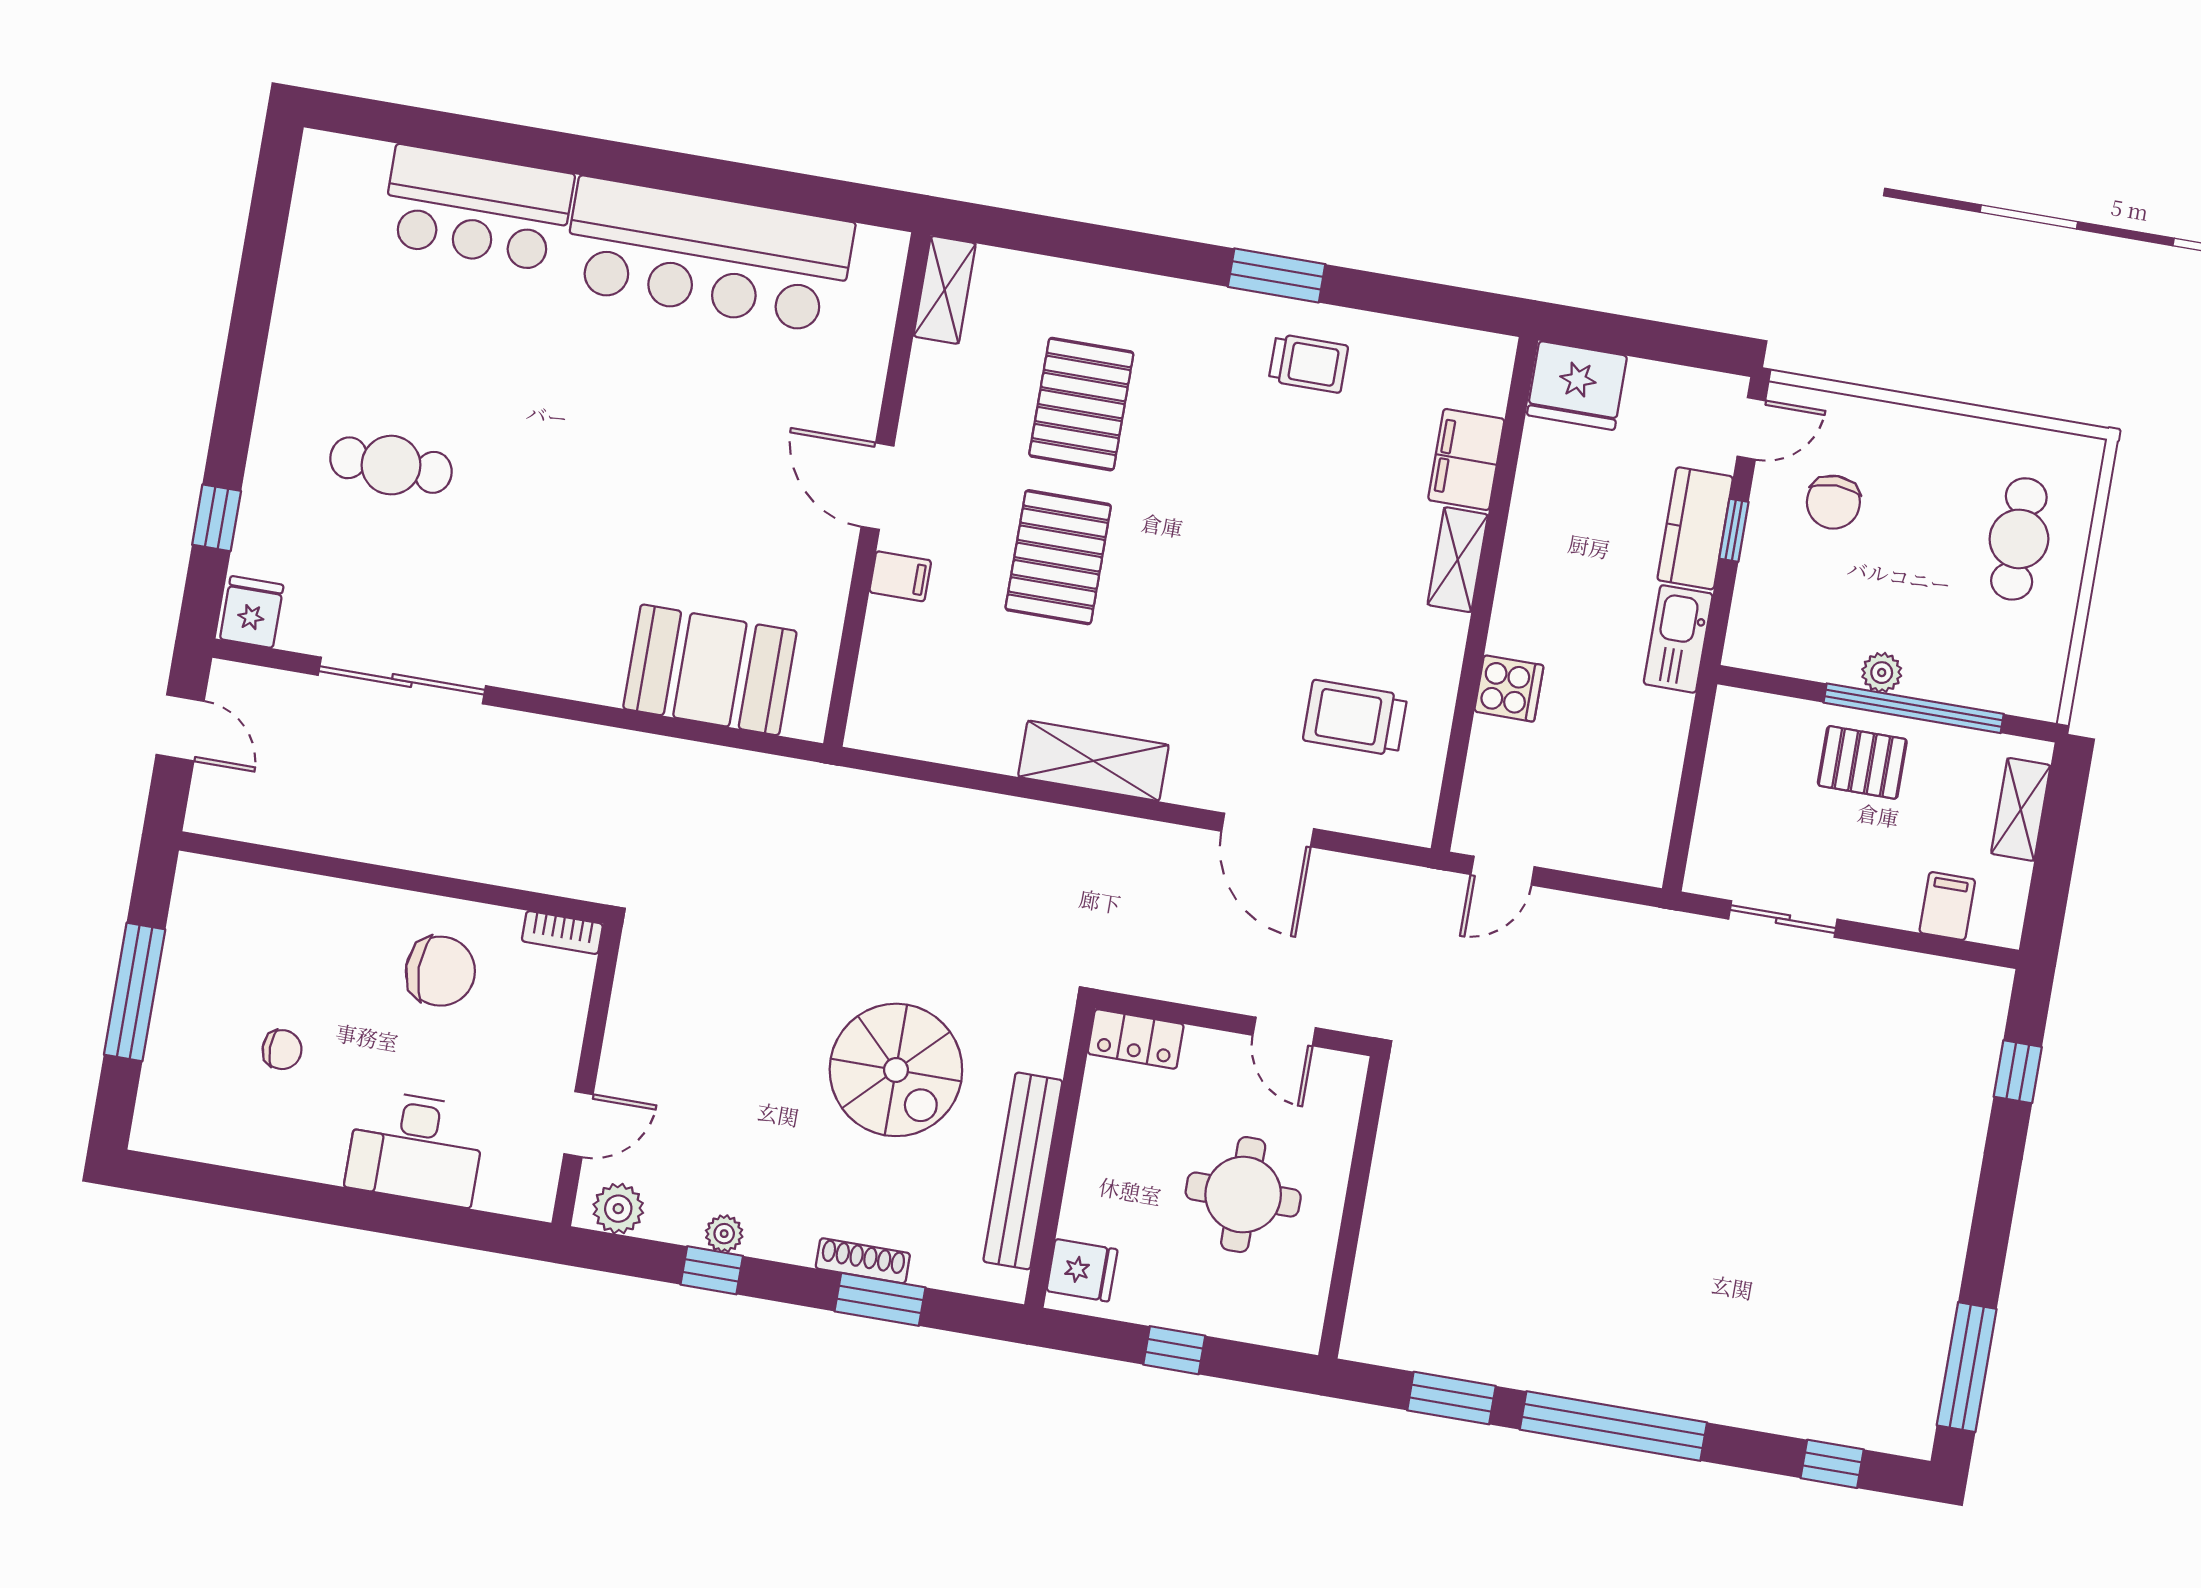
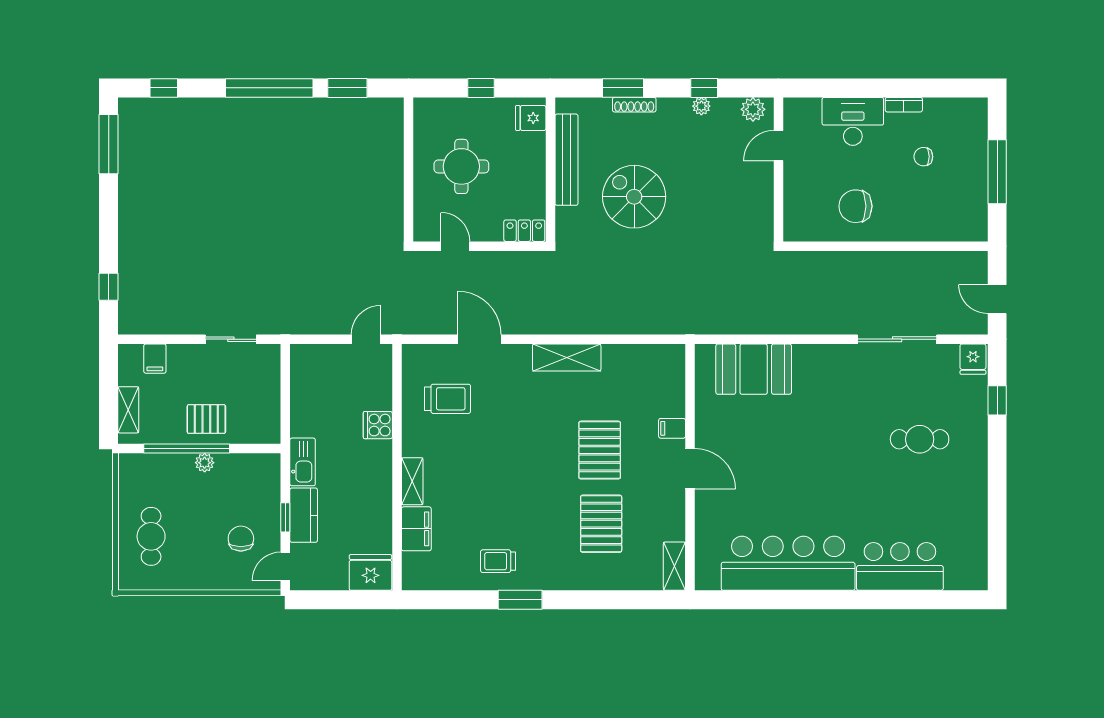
bookcase: (562, 933) -> (904, 105), moved, turned 180

